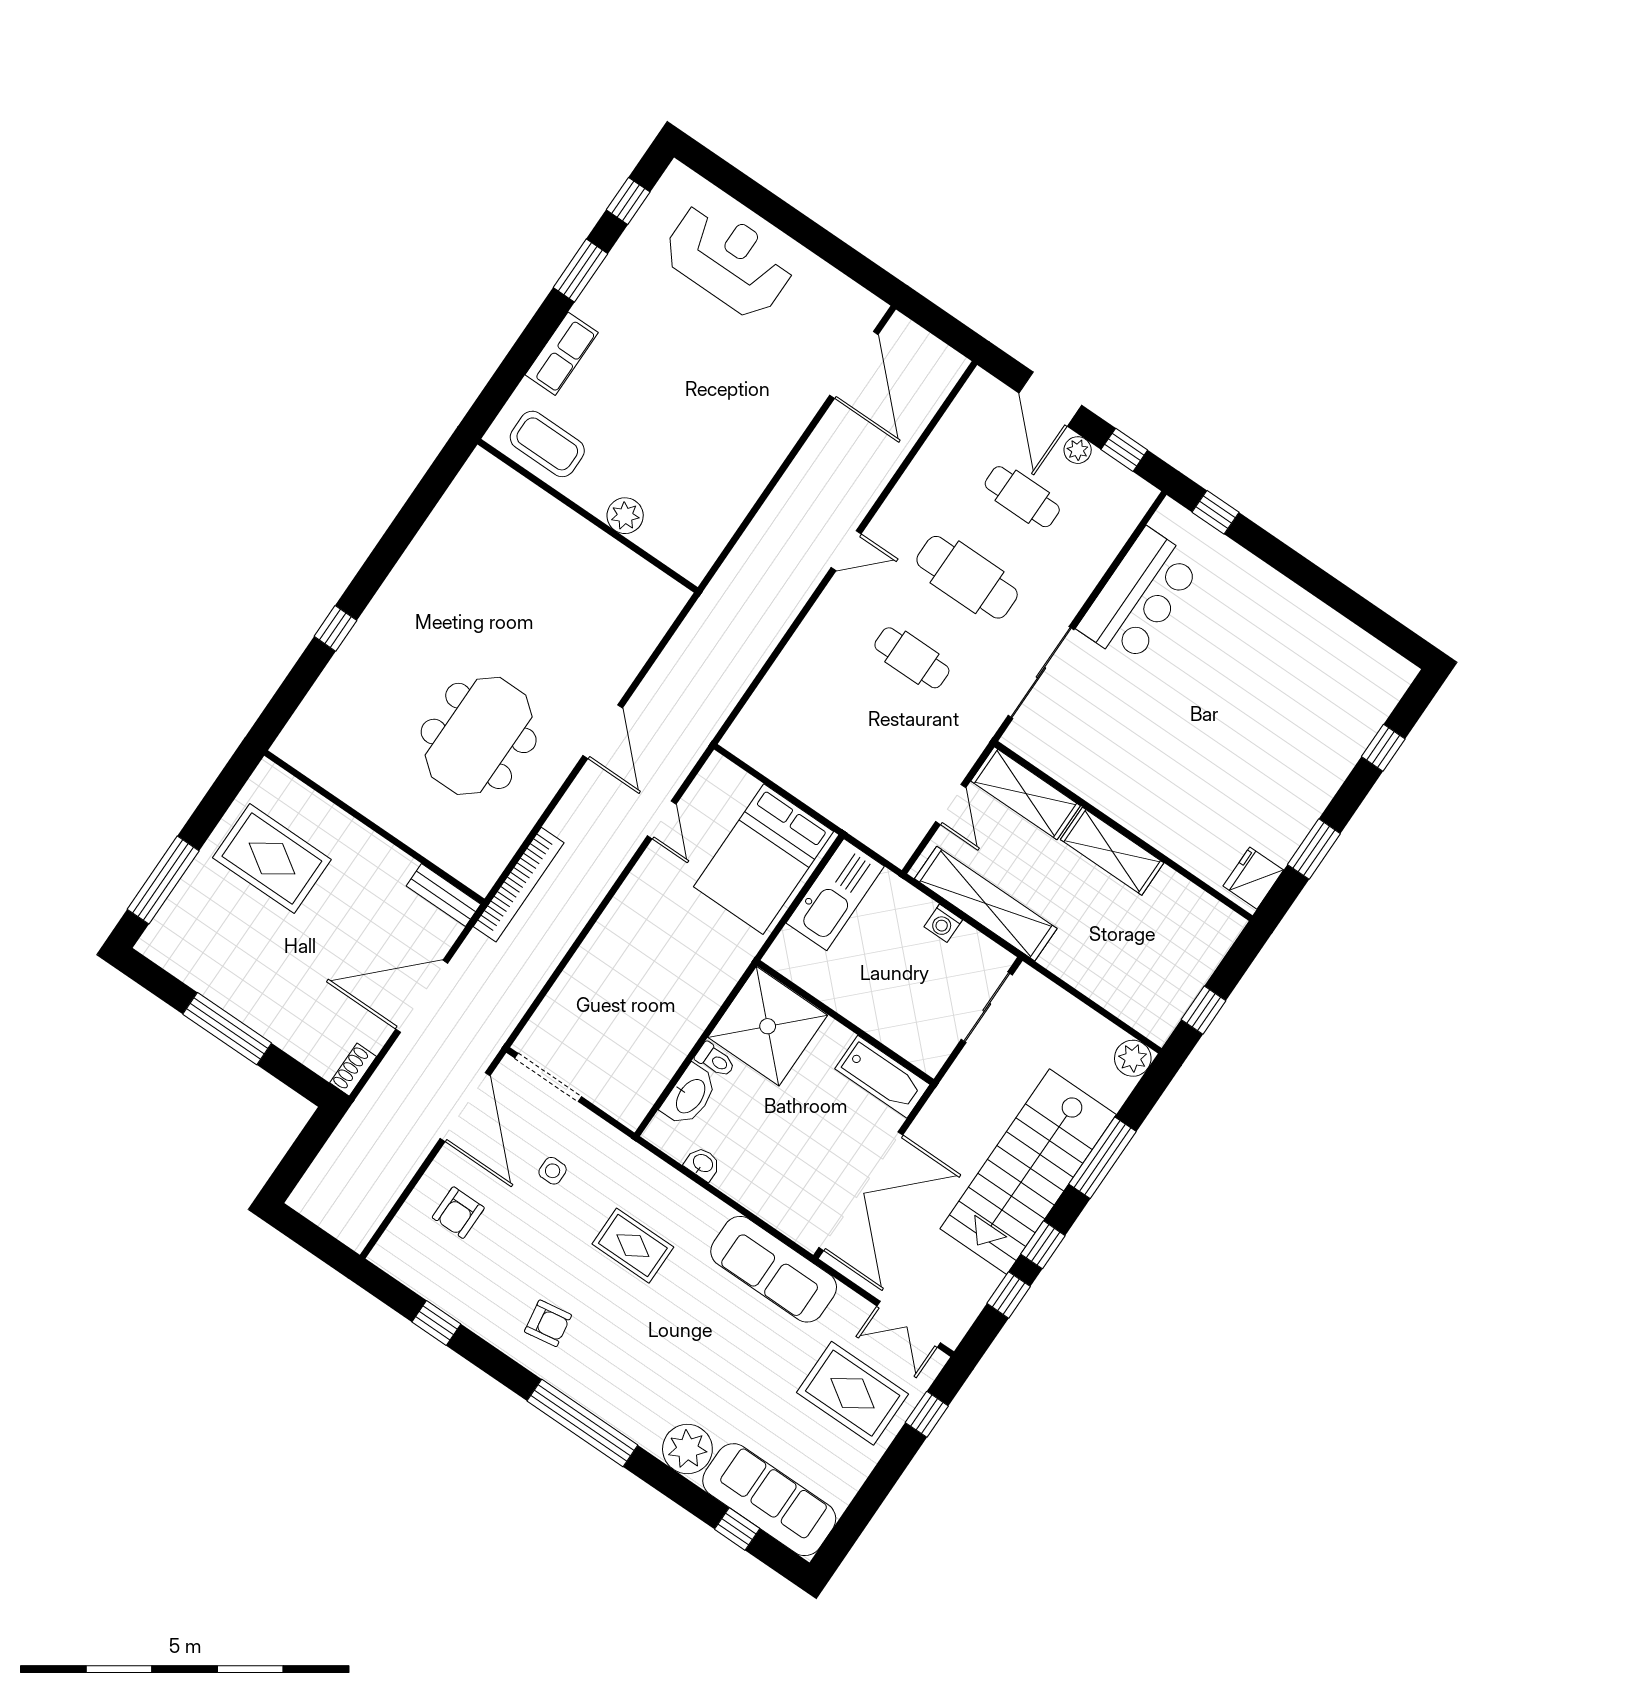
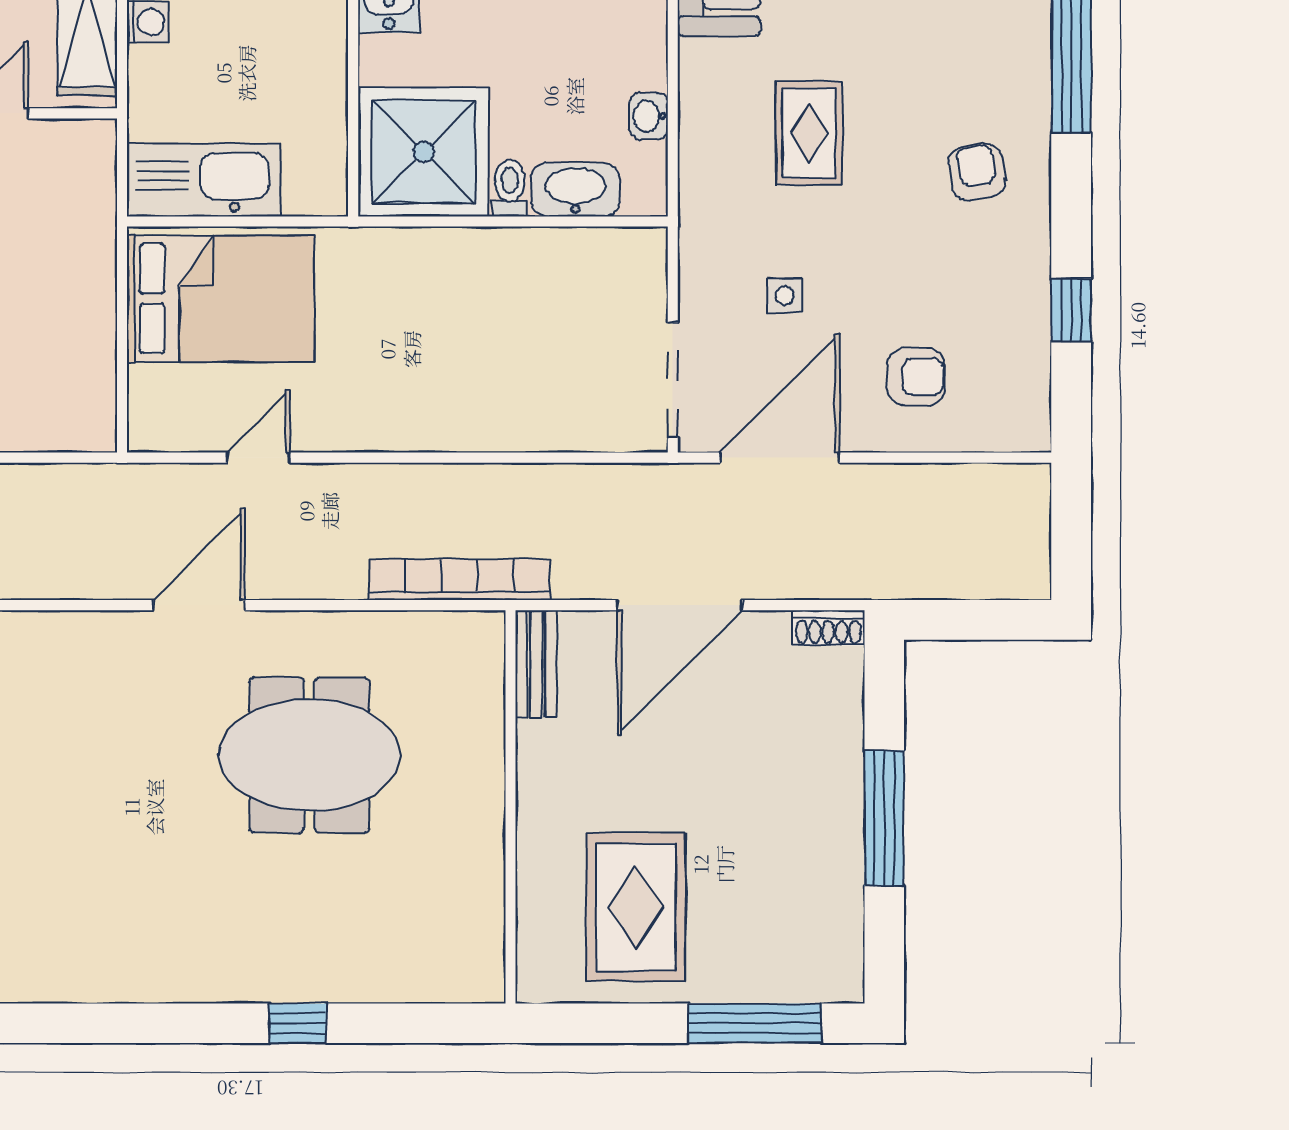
door: (422, 996) -> (680, 605), hinge flipped

